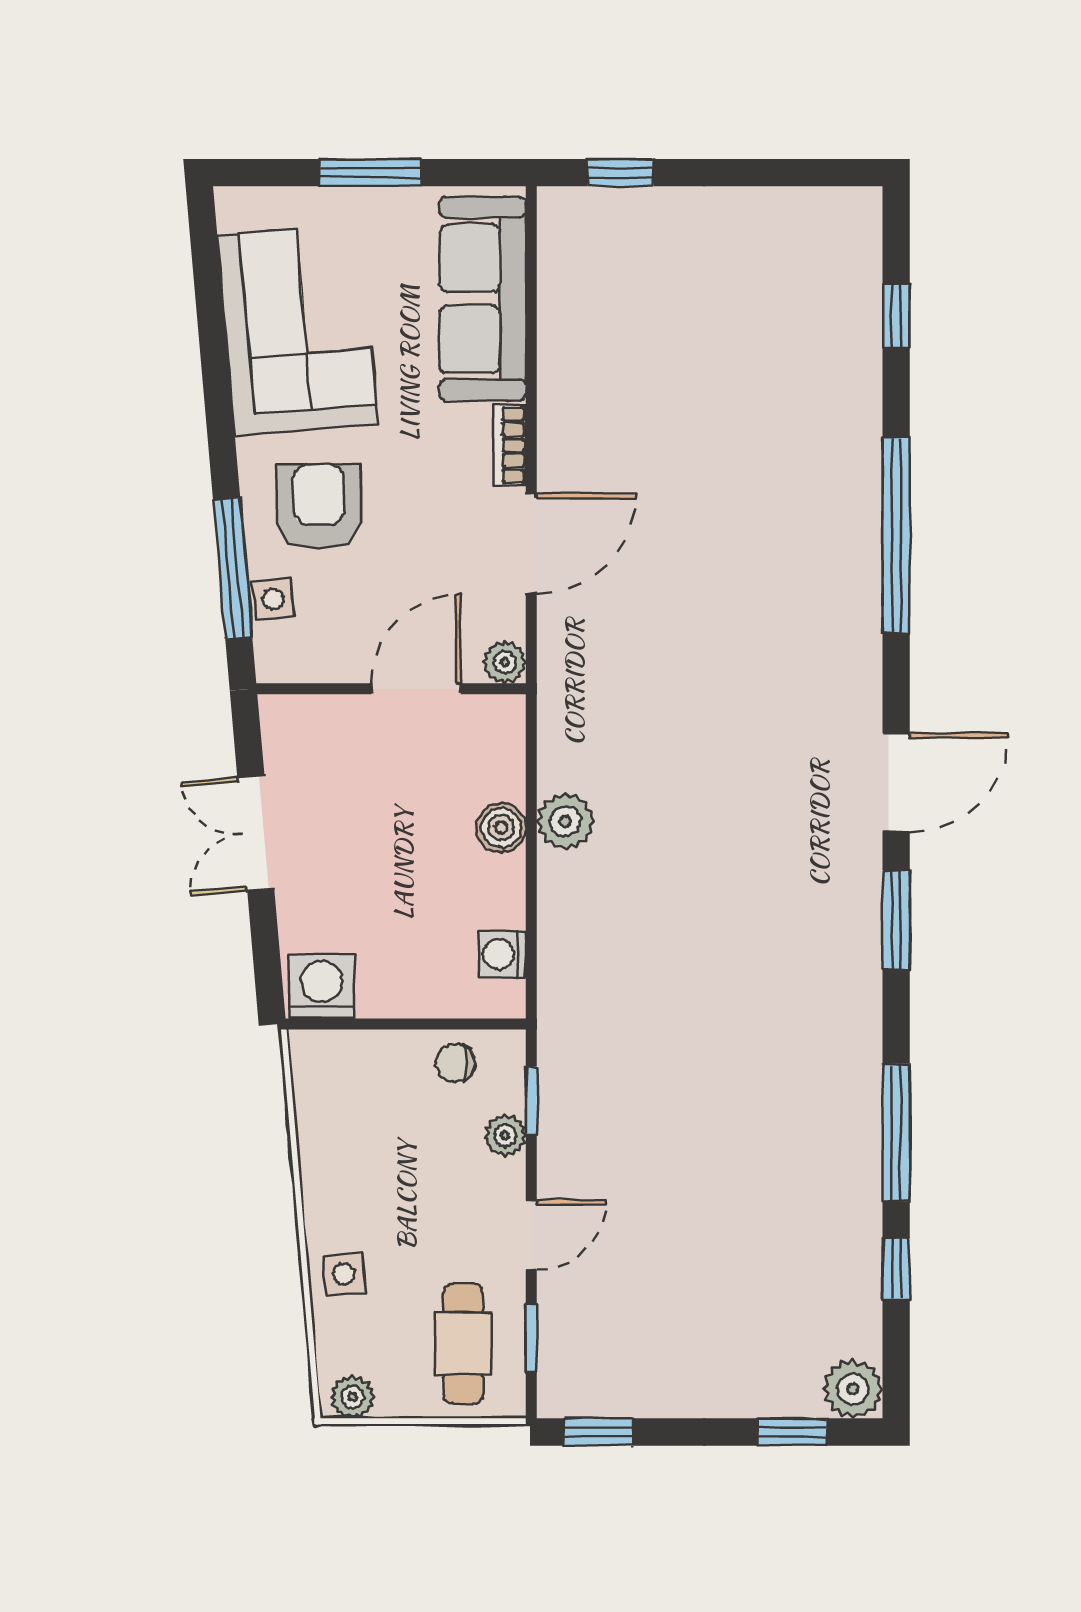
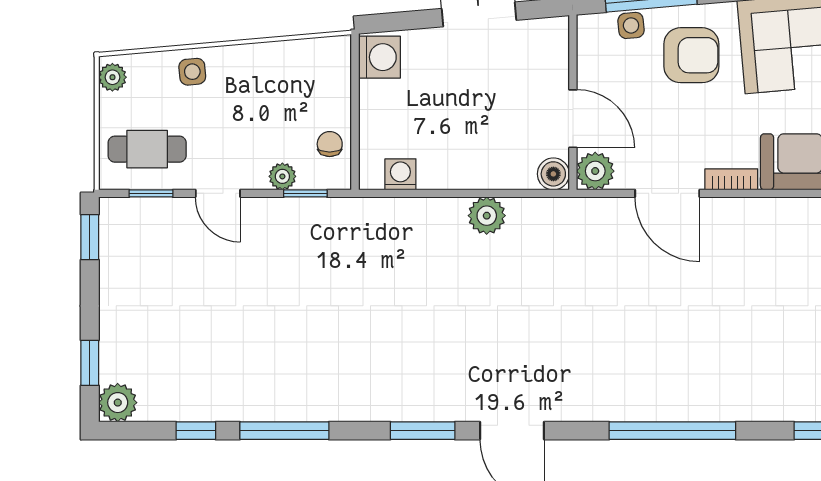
plant: (505, 662) -> (595, 171), width x1.38, depth x1.38
boiler: (501, 827) -> (553, 174), moved

